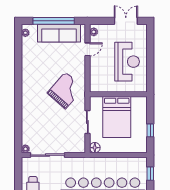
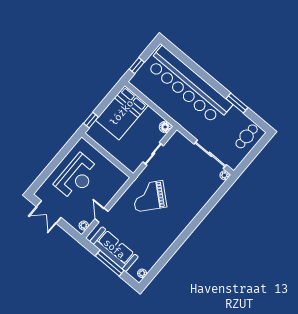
window: (54, 21) -> (110, 263), width x0.68
door: (87, 49) -> (102, 215), hinge flipped
reception desk: (127, 62) -> (77, 177), turned 180
bed: (117, 117) -> (122, 113), moved, turned 180
window: (150, 130) -> (91, 120), moved

